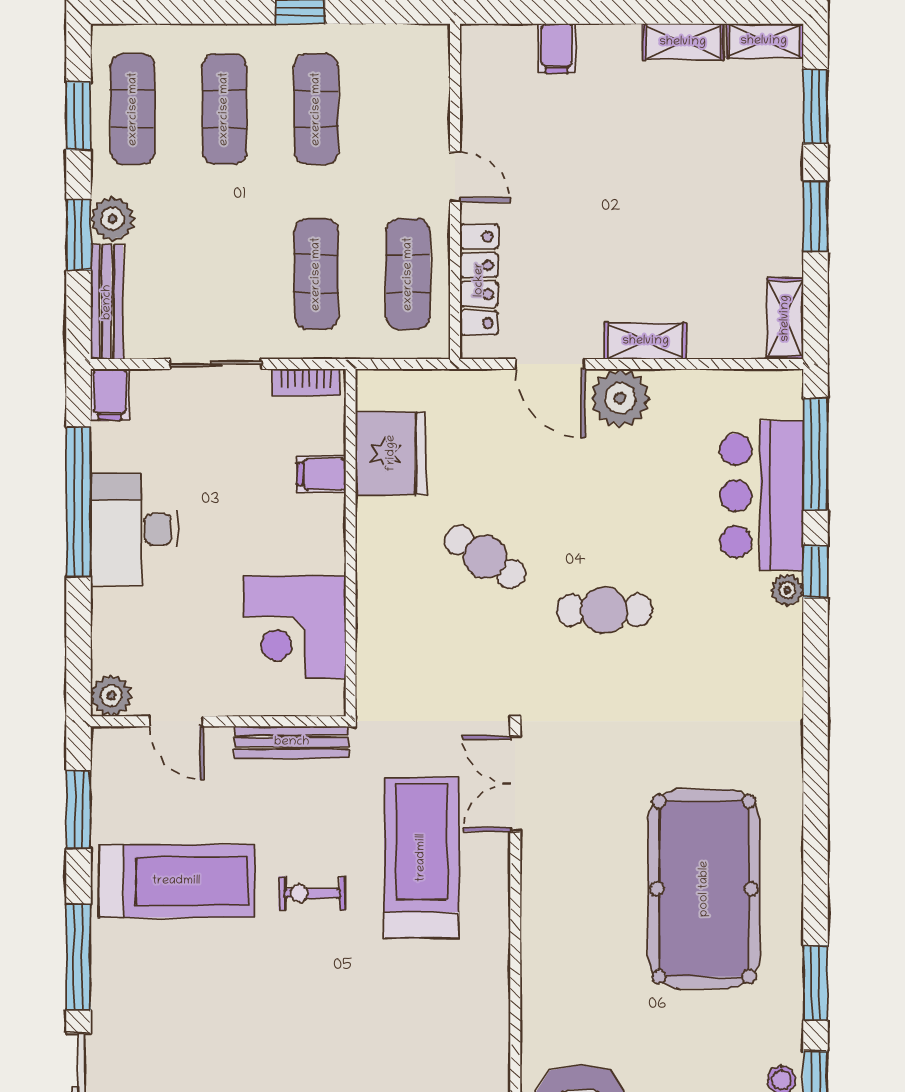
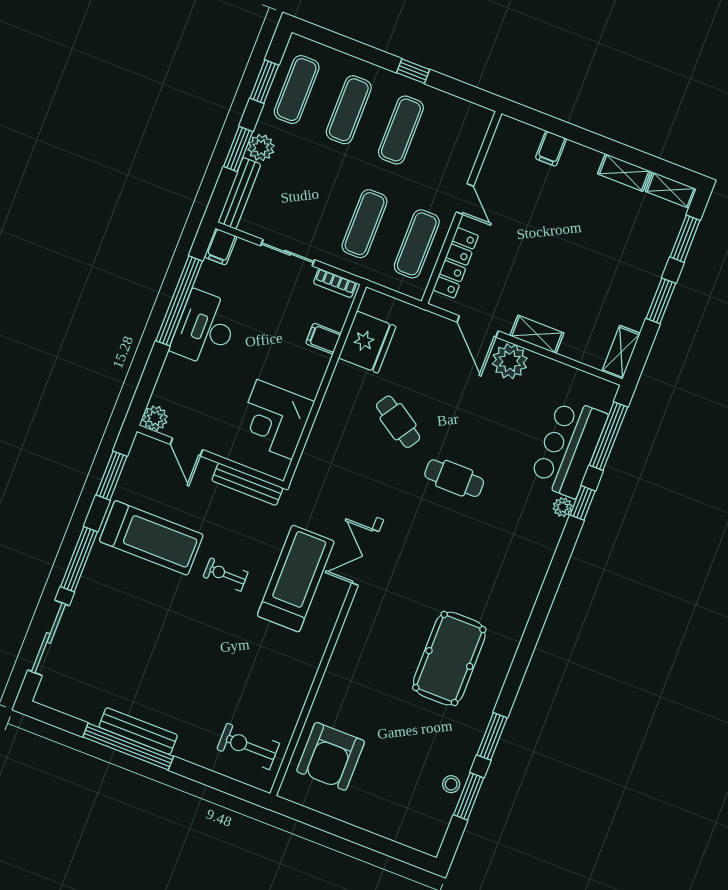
pool table: (704, 889) -> (449, 659), width x0.73, depth x0.76

